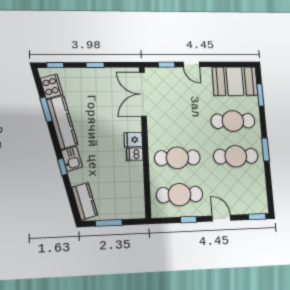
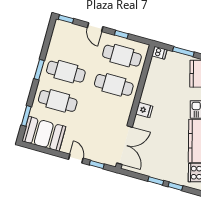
window: (55, 65) -> (175, 186), moved
dishwasher: (135, 154) -> (159, 53), moved

